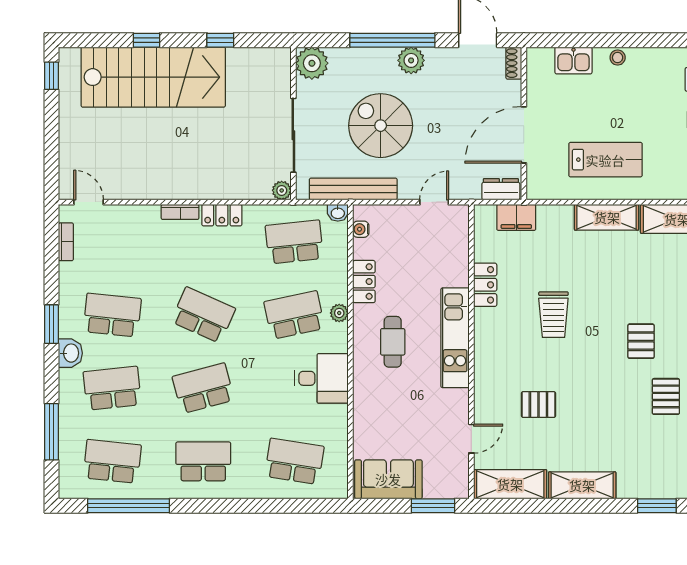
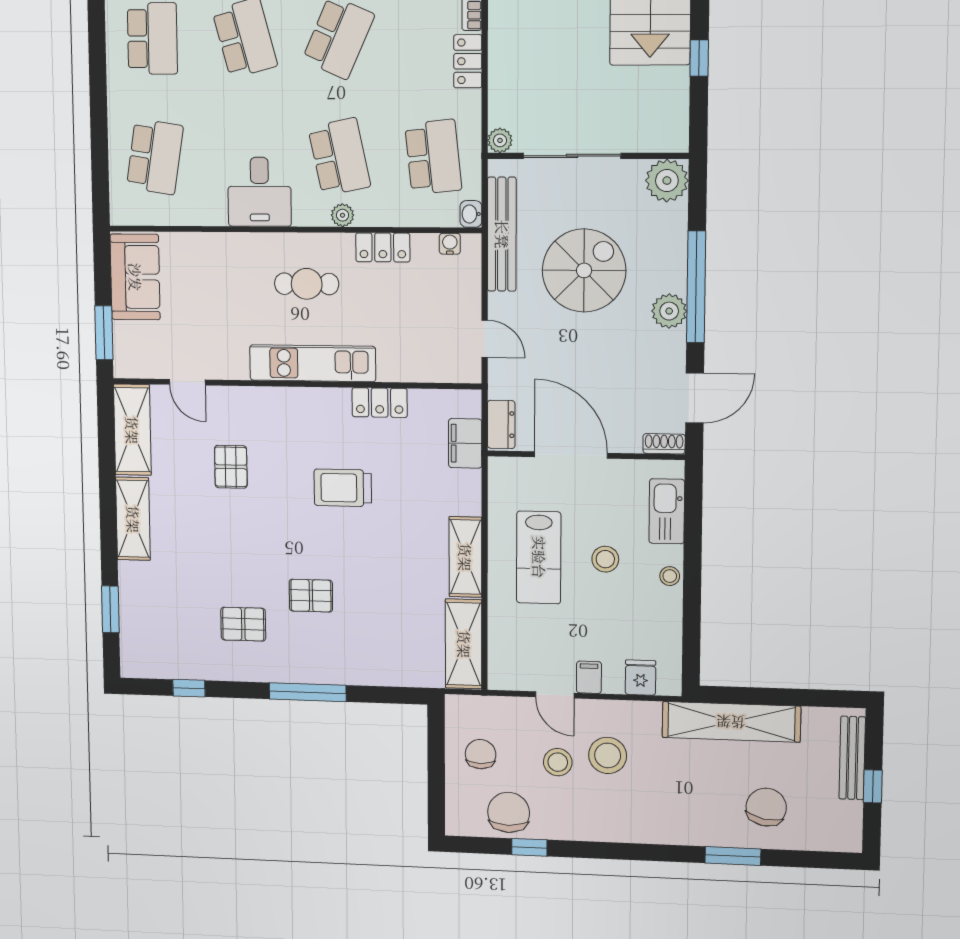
kitchen sink: (573, 60) -> (667, 511), width x1.38
stool: (605, 108) -> (605, 559), added

